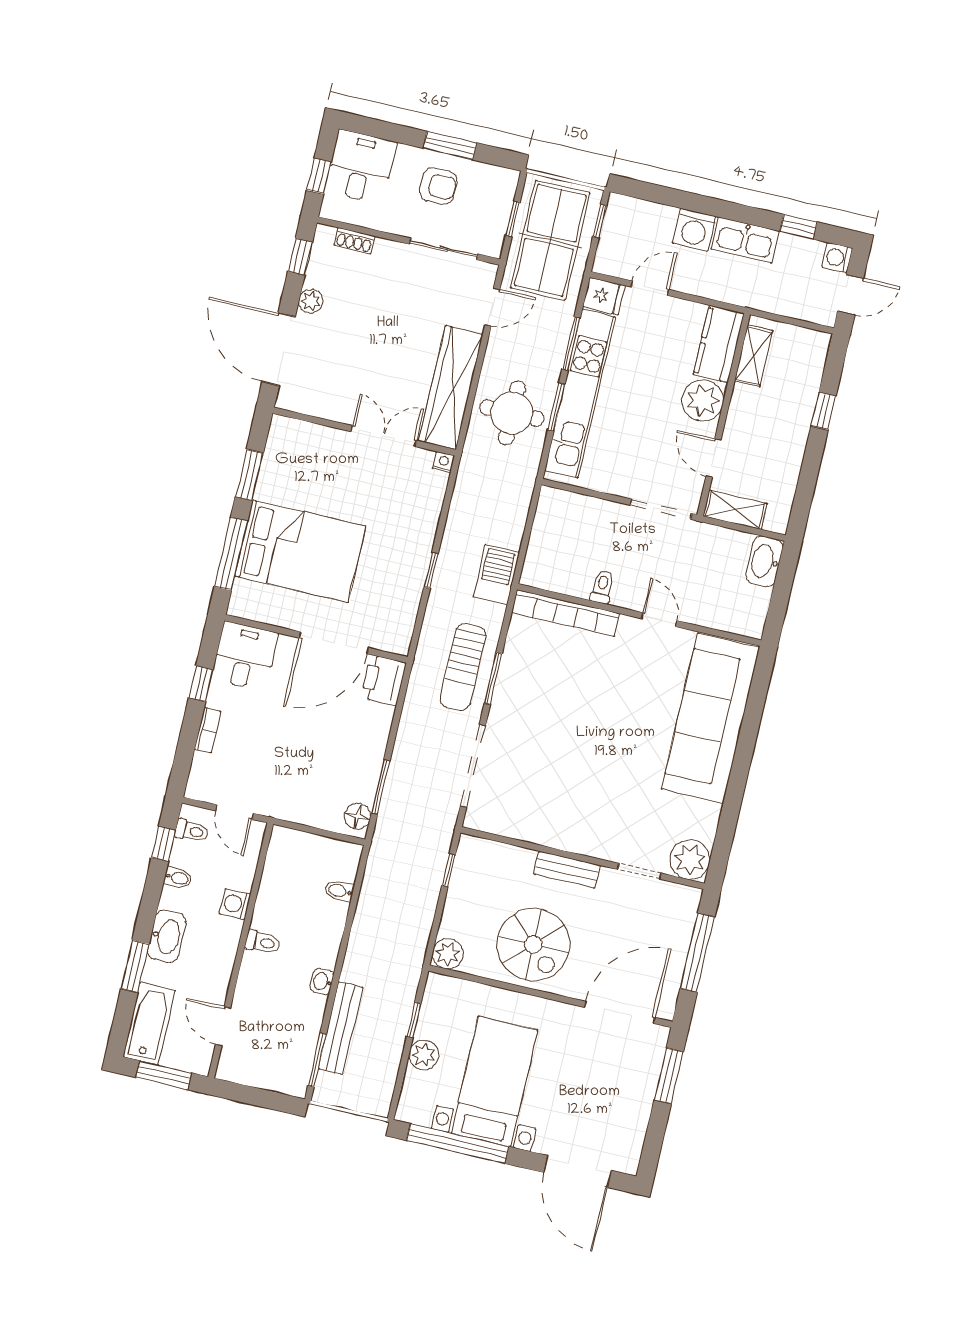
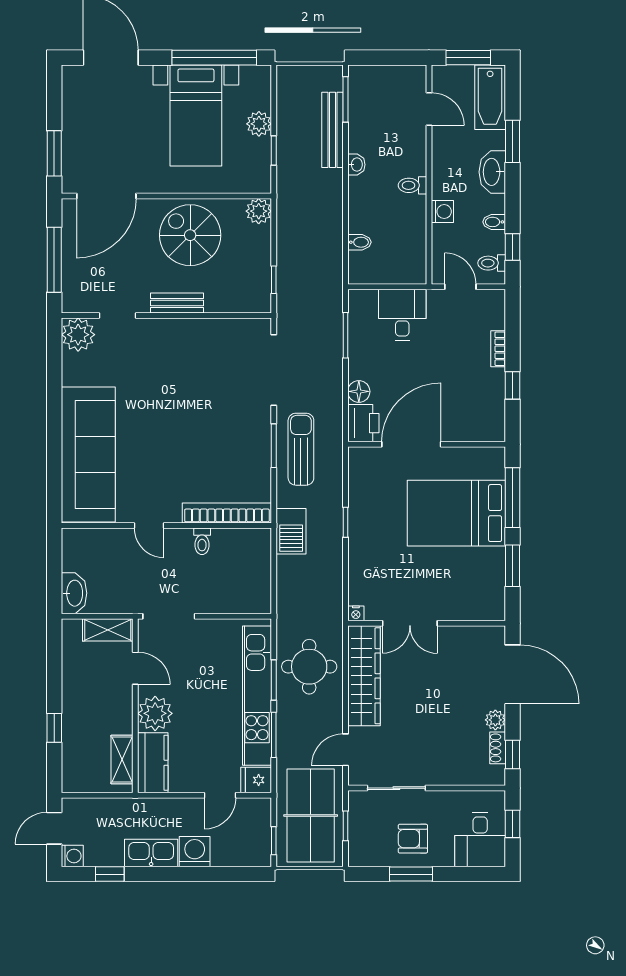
shoe rack: (354, 241) -> (498, 748), moved, turned -90
desk: (245, 656) -> (402, 315), moved, turned 180
floor lamp: (357, 816) -> (359, 391), moved

